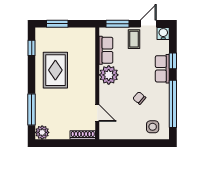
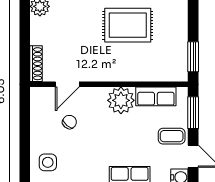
window: (57, 24) -> (193, 57), moved
chair: (139, 98) -> (69, 122), moved

